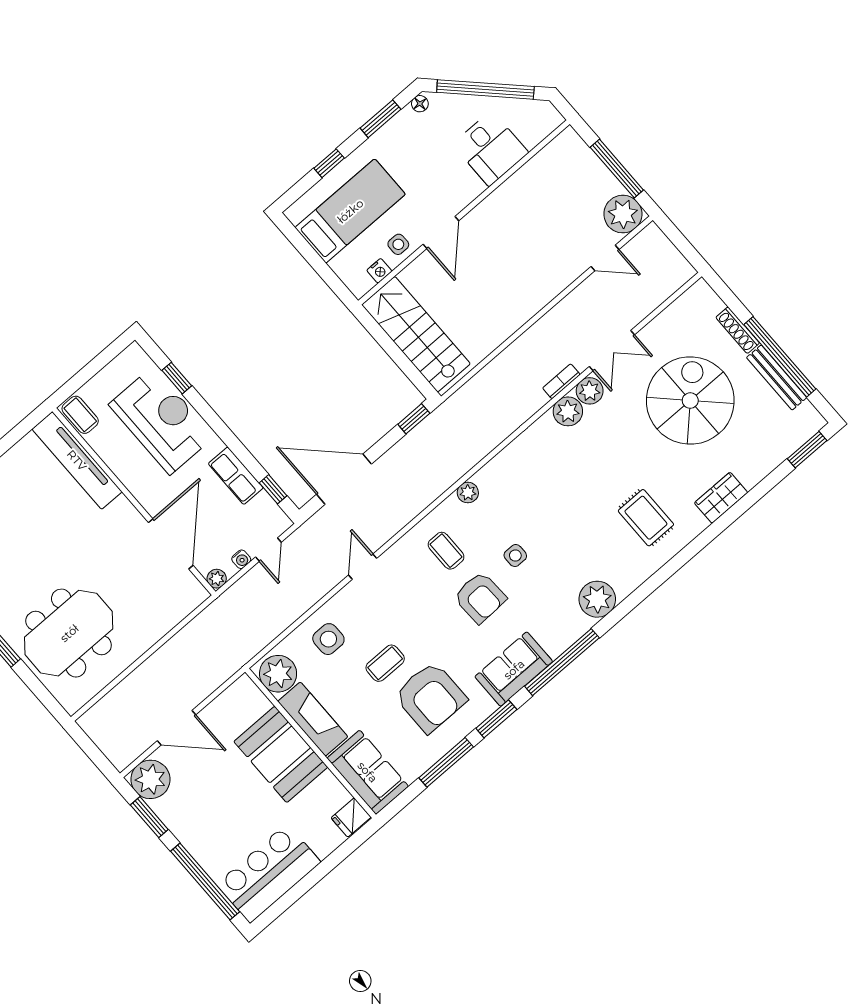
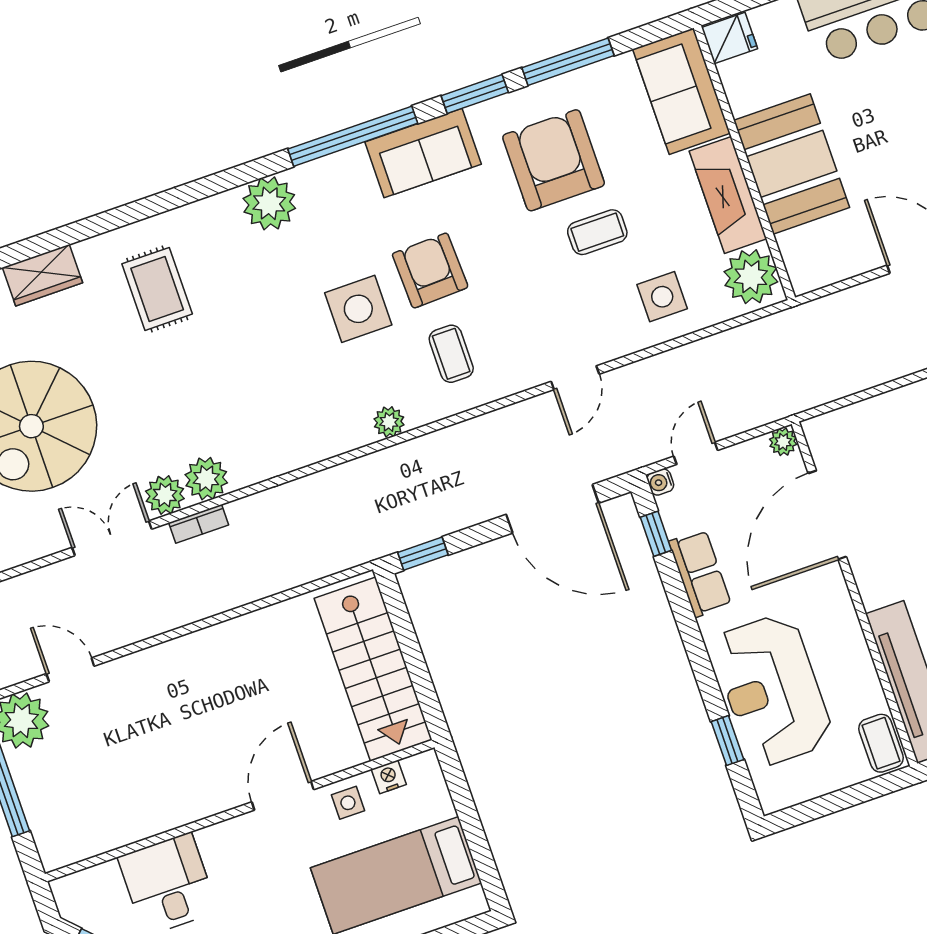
side table: (515, 556) -> (358, 309), width x1.87, depth x1.87
water cooler: (241, 559) -> (660, 482), moved, turned -90

